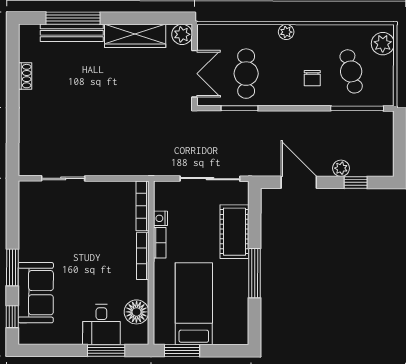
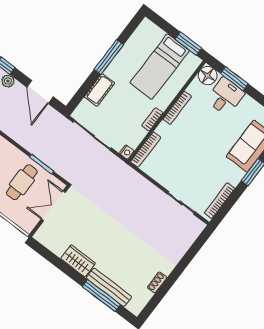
plant: (182, 34) -> (43, 235), removed
wardrobe: (135, 36) -> (78, 261), width x0.67
bookcase: (25, 211) -> (220, 201), added
nightstand: (160, 218) -> (127, 152), moved
cot: (234, 232) -> (100, 90), width x0.73, depth x0.75
bookcase: (143, 256) -> (177, 108), moved
floor lamp: (137, 312) -> (208, 76), moved

